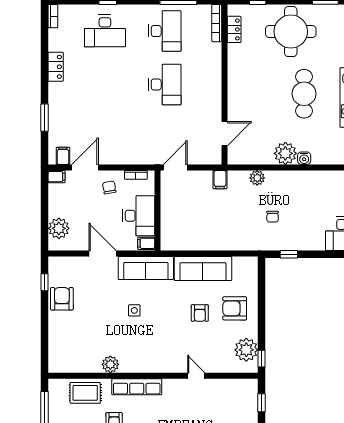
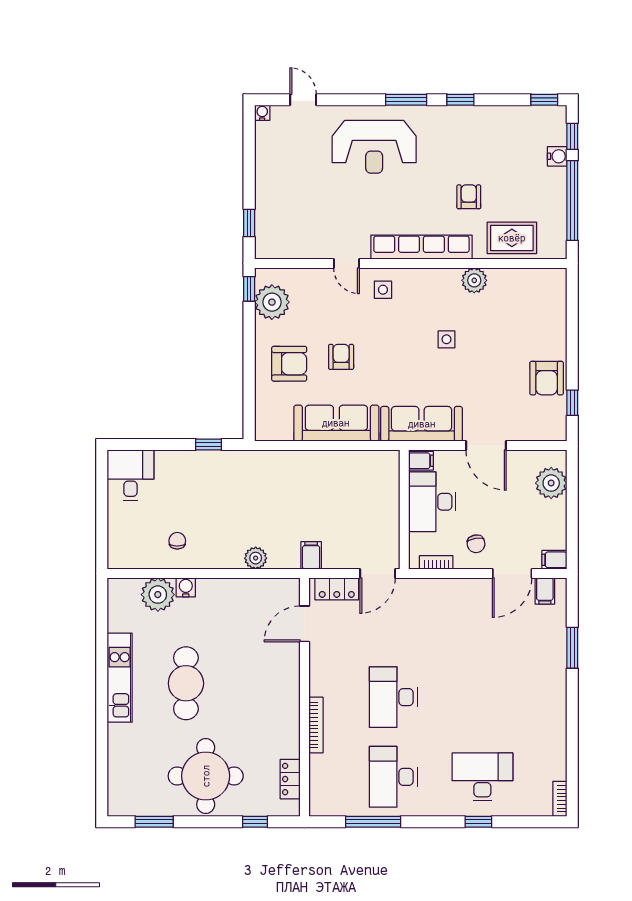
bookcase: (217, 23) -> (316, 725), moved
locker: (56, 67) -> (337, 589), moved, turned -90
plant: (285, 153) -> (158, 595), moved
chair: (273, 217) -> (177, 541), moved
side table: (134, 310) -> (447, 339), moved
side table: (172, 358) -> (383, 290), added
row of seats: (137, 387) -> (421, 247), width x1.36

